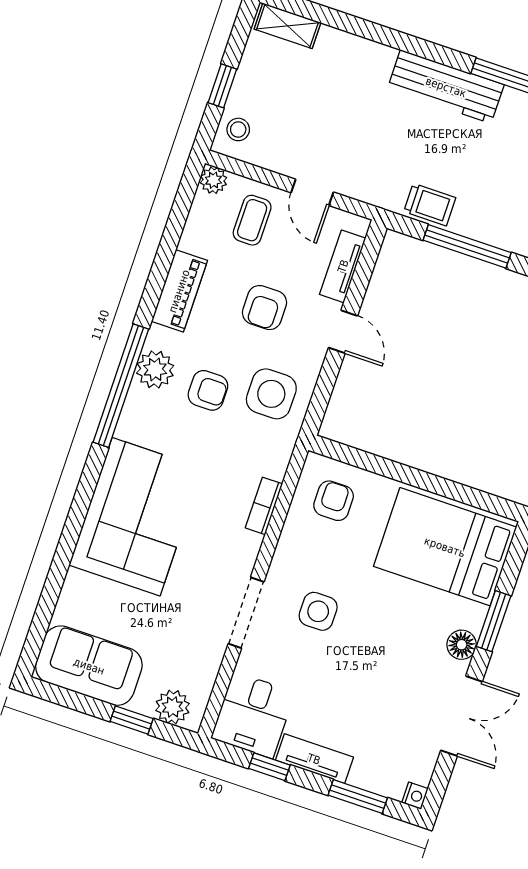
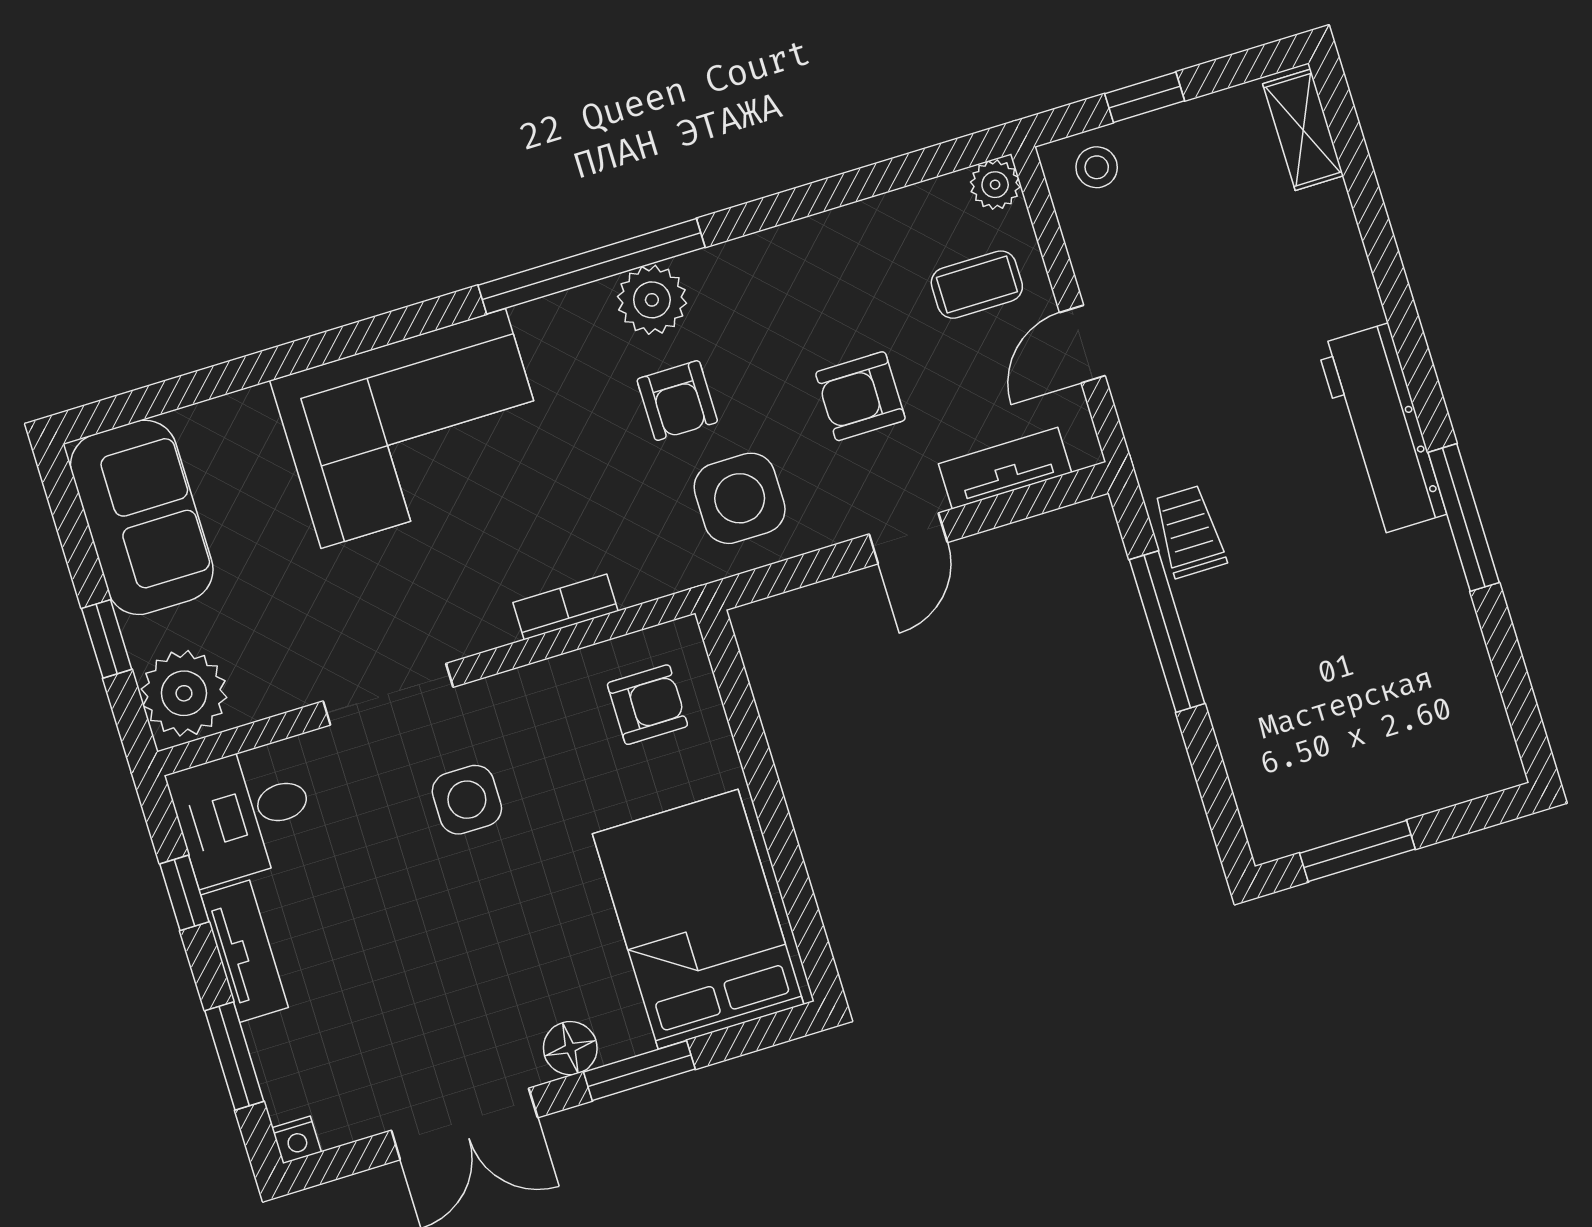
trolley: (430, 205) -> (1189, 532), turned 180
piano: (179, 291) -> (795, 252), removed
plant: (173, 707) -> (184, 693), width x1.36, depth x1.36

